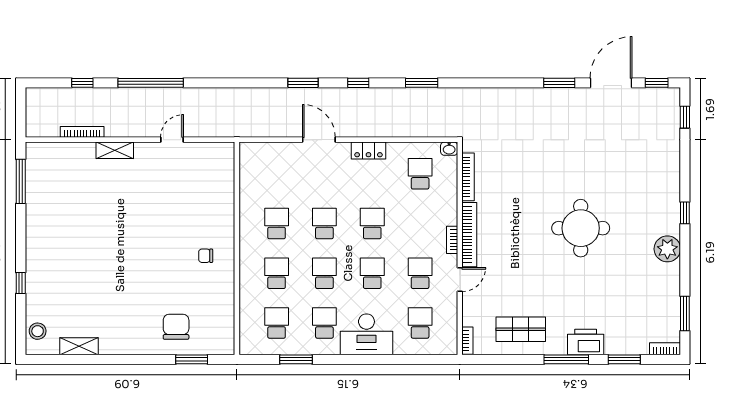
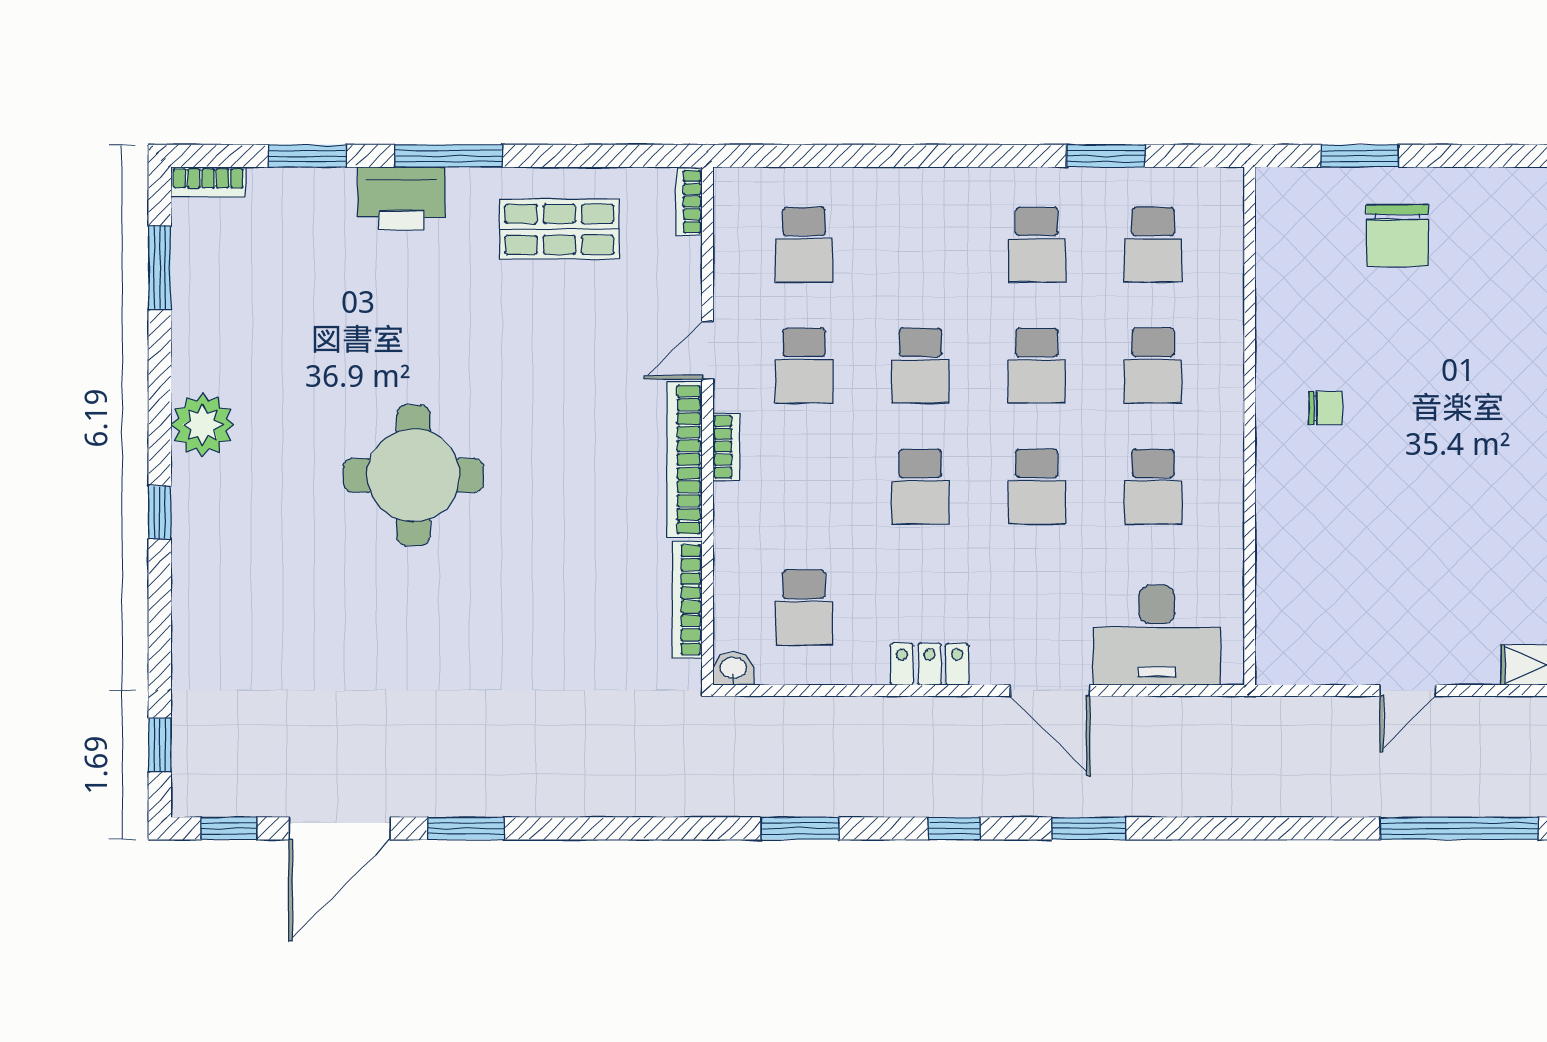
desk: (366, 334) -> (1157, 635), moved, turned 180

